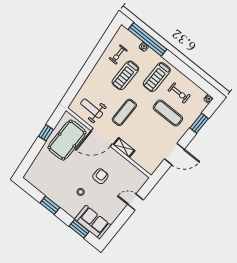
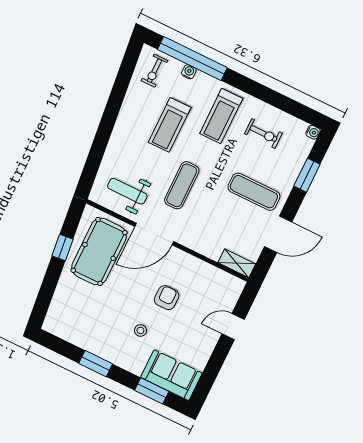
exercise bike: (118, 54) -> (155, 71), moved
exercise mat: (168, 113) -> (254, 192), moved
shelving: (124, 148) -> (237, 263), moved

